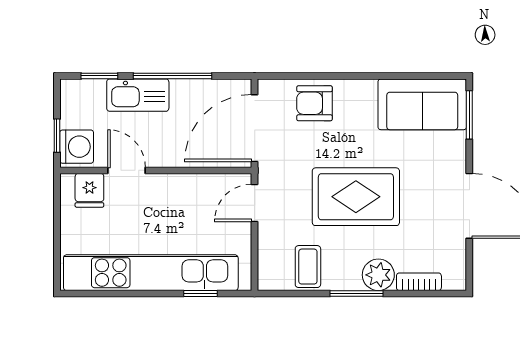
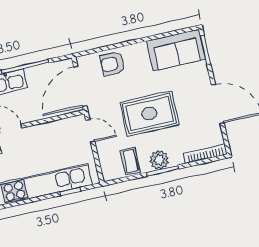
door: (255, 203) -> (90, 131), swing flipped
plant: (378, 275) -> (159, 160), moved
bookcase: (419, 282) -> (205, 154), width x1.56

